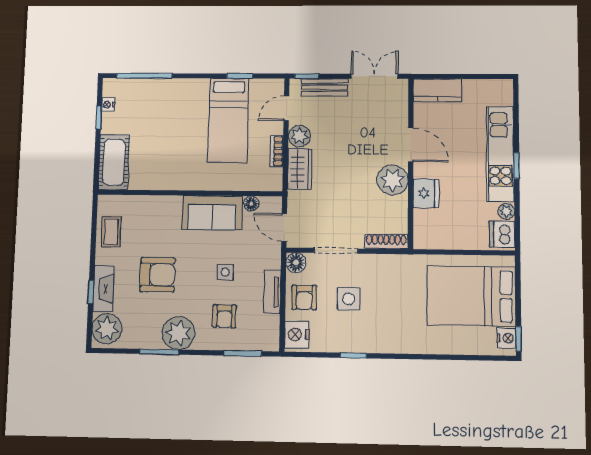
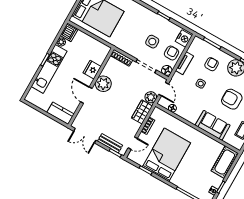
bed: (228, 120) -> (166, 155), width x1.50
plant: (299, 136) -> (151, 97), moved
sofa: (212, 213) -> (213, 125), moved

